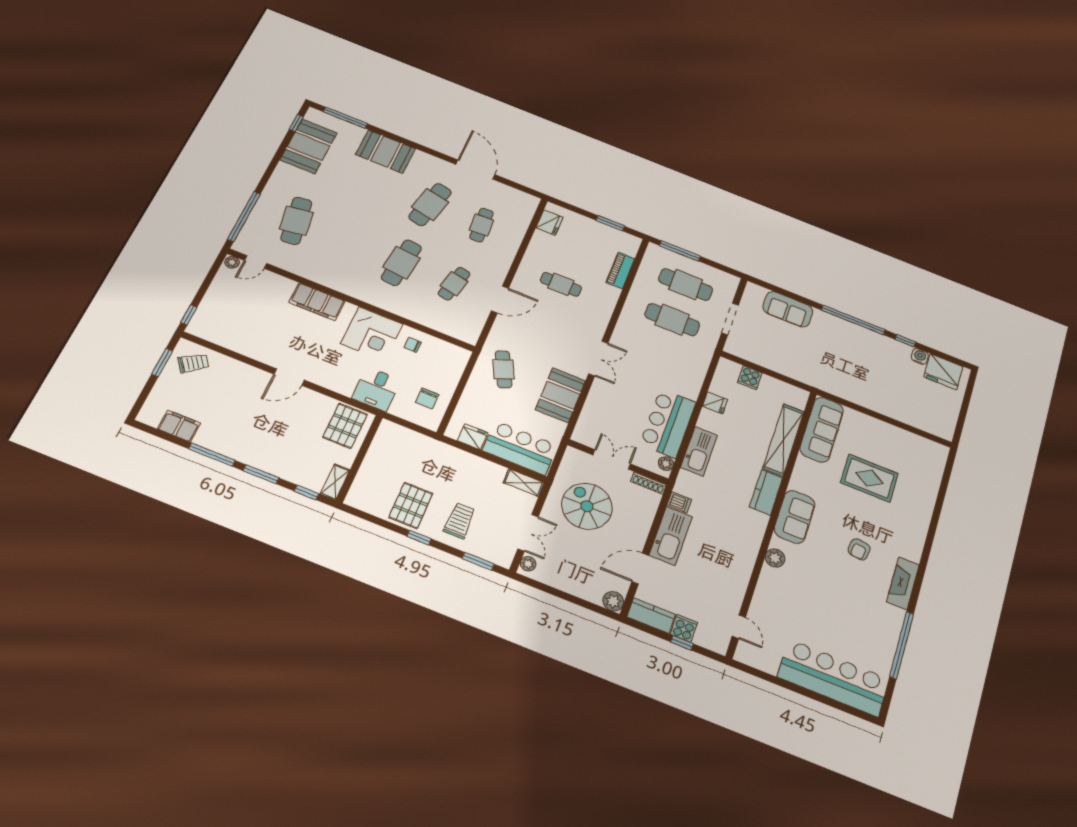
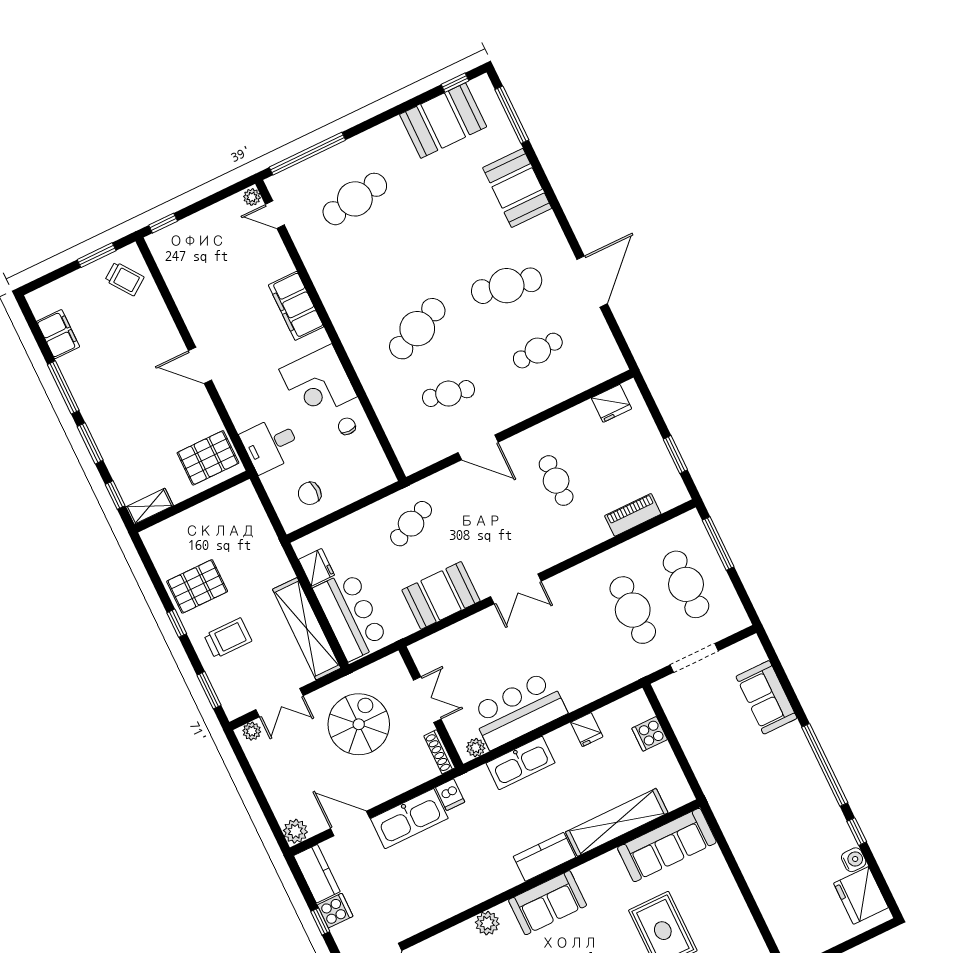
cafe table: (401, 263) -> (417, 329), turned -30
shelving: (524, 483) -> (307, 629), width x2.20, depth x1.33

